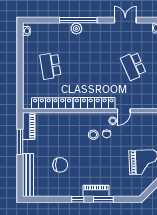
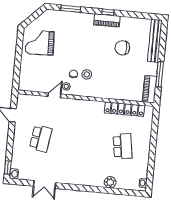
window: (78, 20) -> (91, 189), removed
plant: (76, 29) -> (110, 182), moved
school desk: (133, 66) -> (41, 139), turned 33
locker: (94, 103) -> (83, 105), removed
piano: (96, 191) -> (107, 20), moved
window: (103, 199) -> (71, 9), moved

